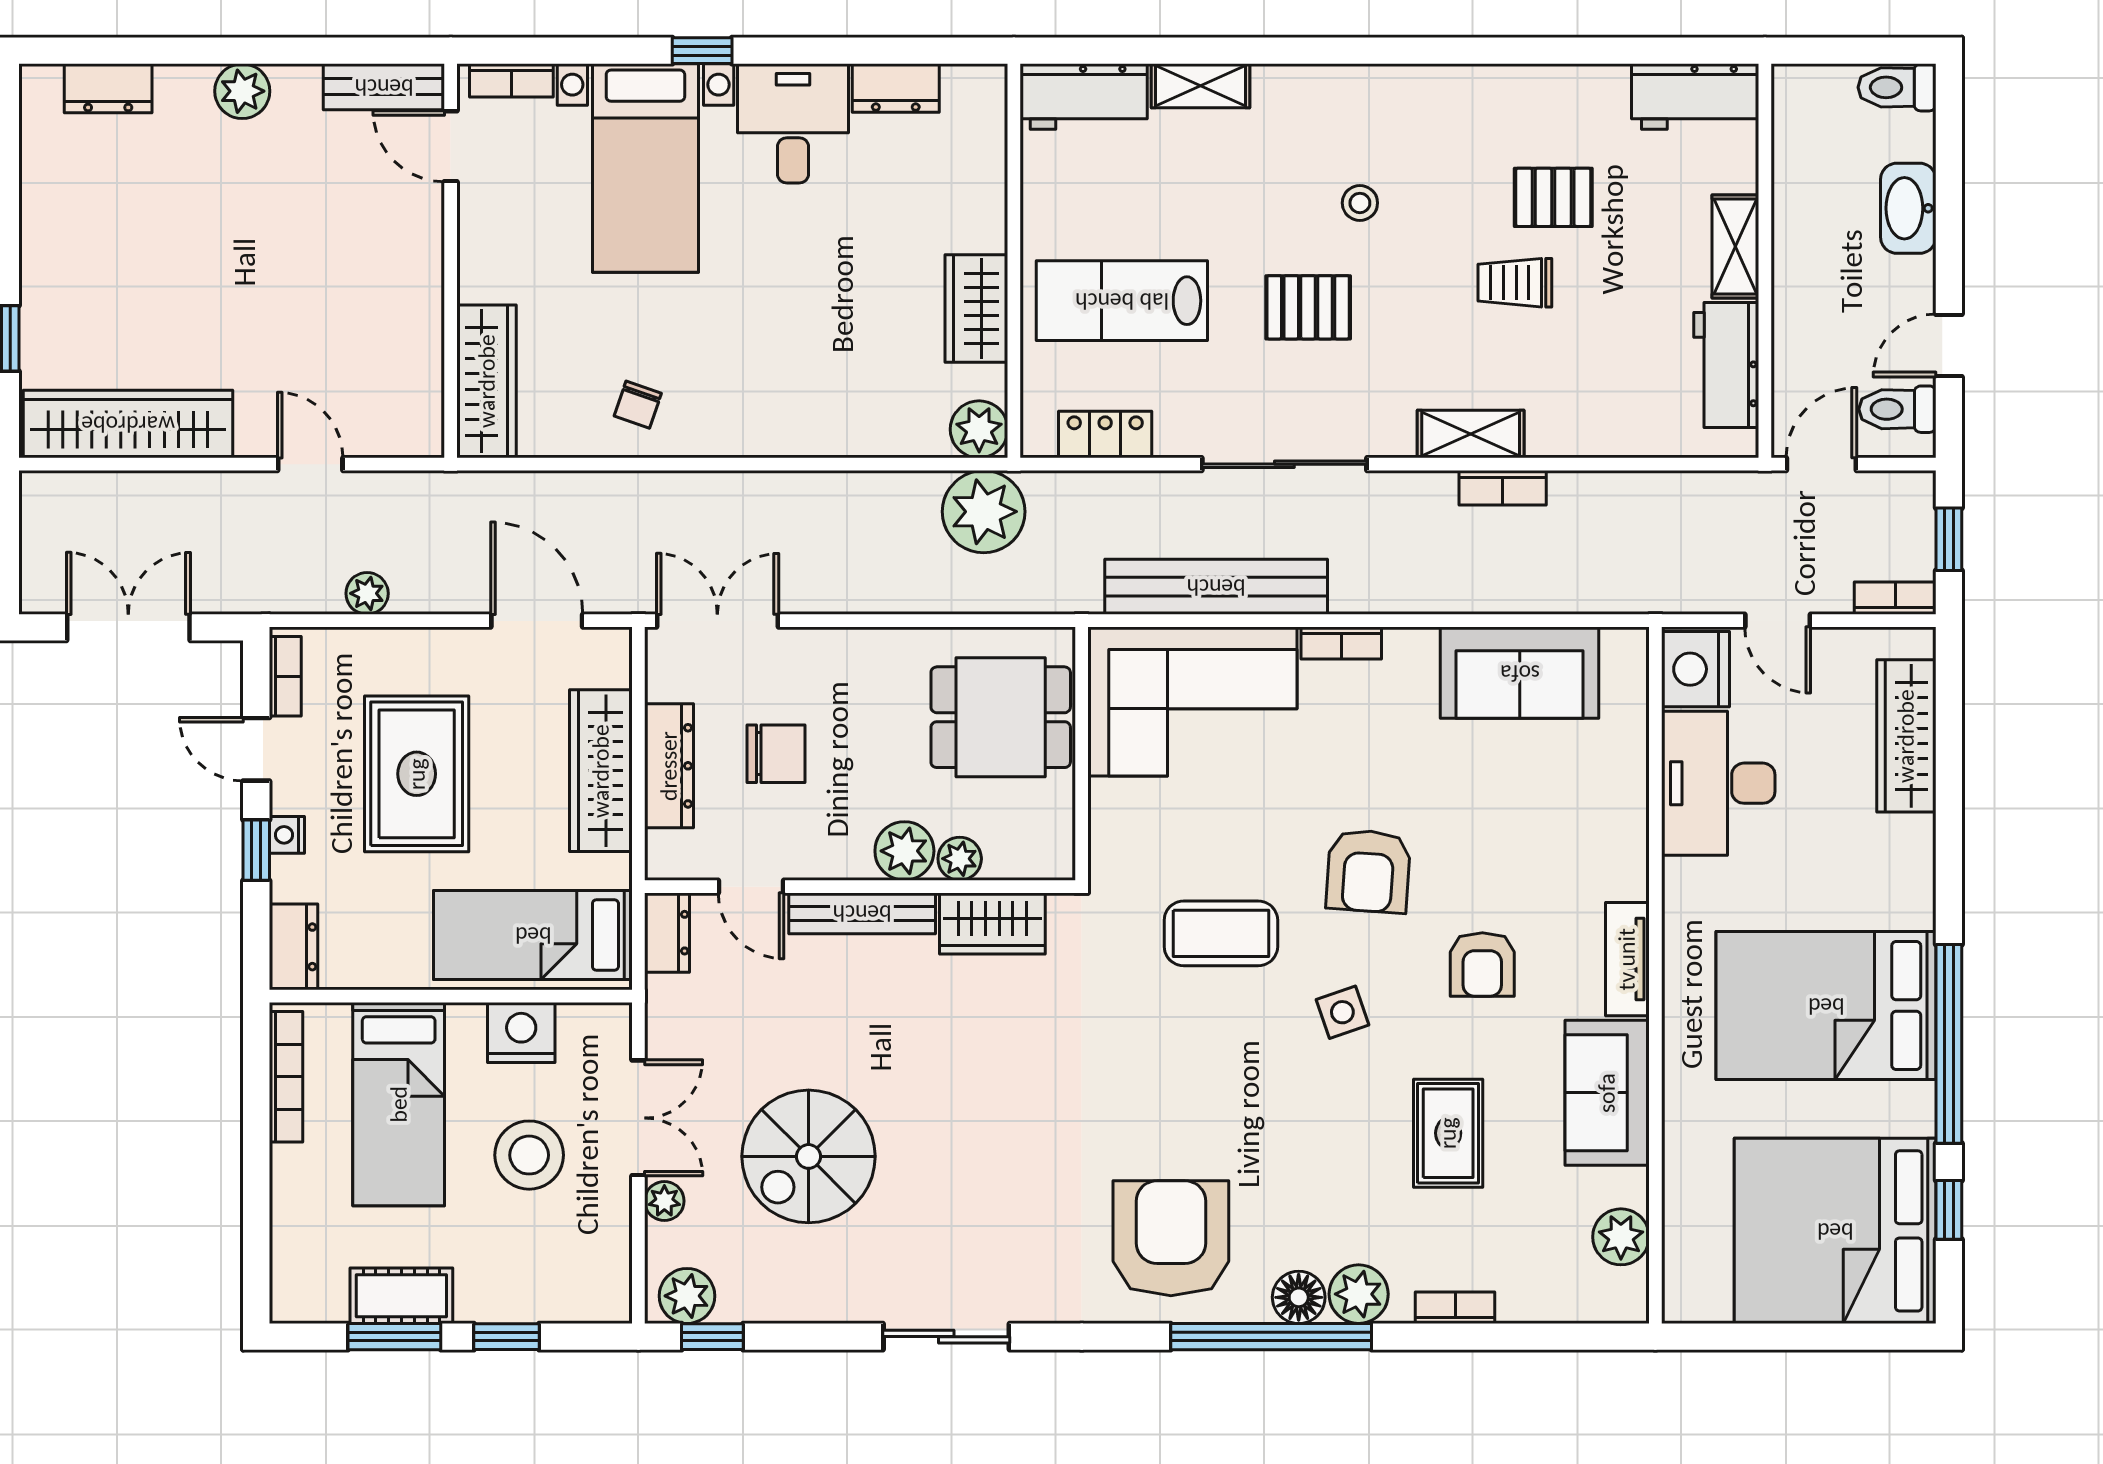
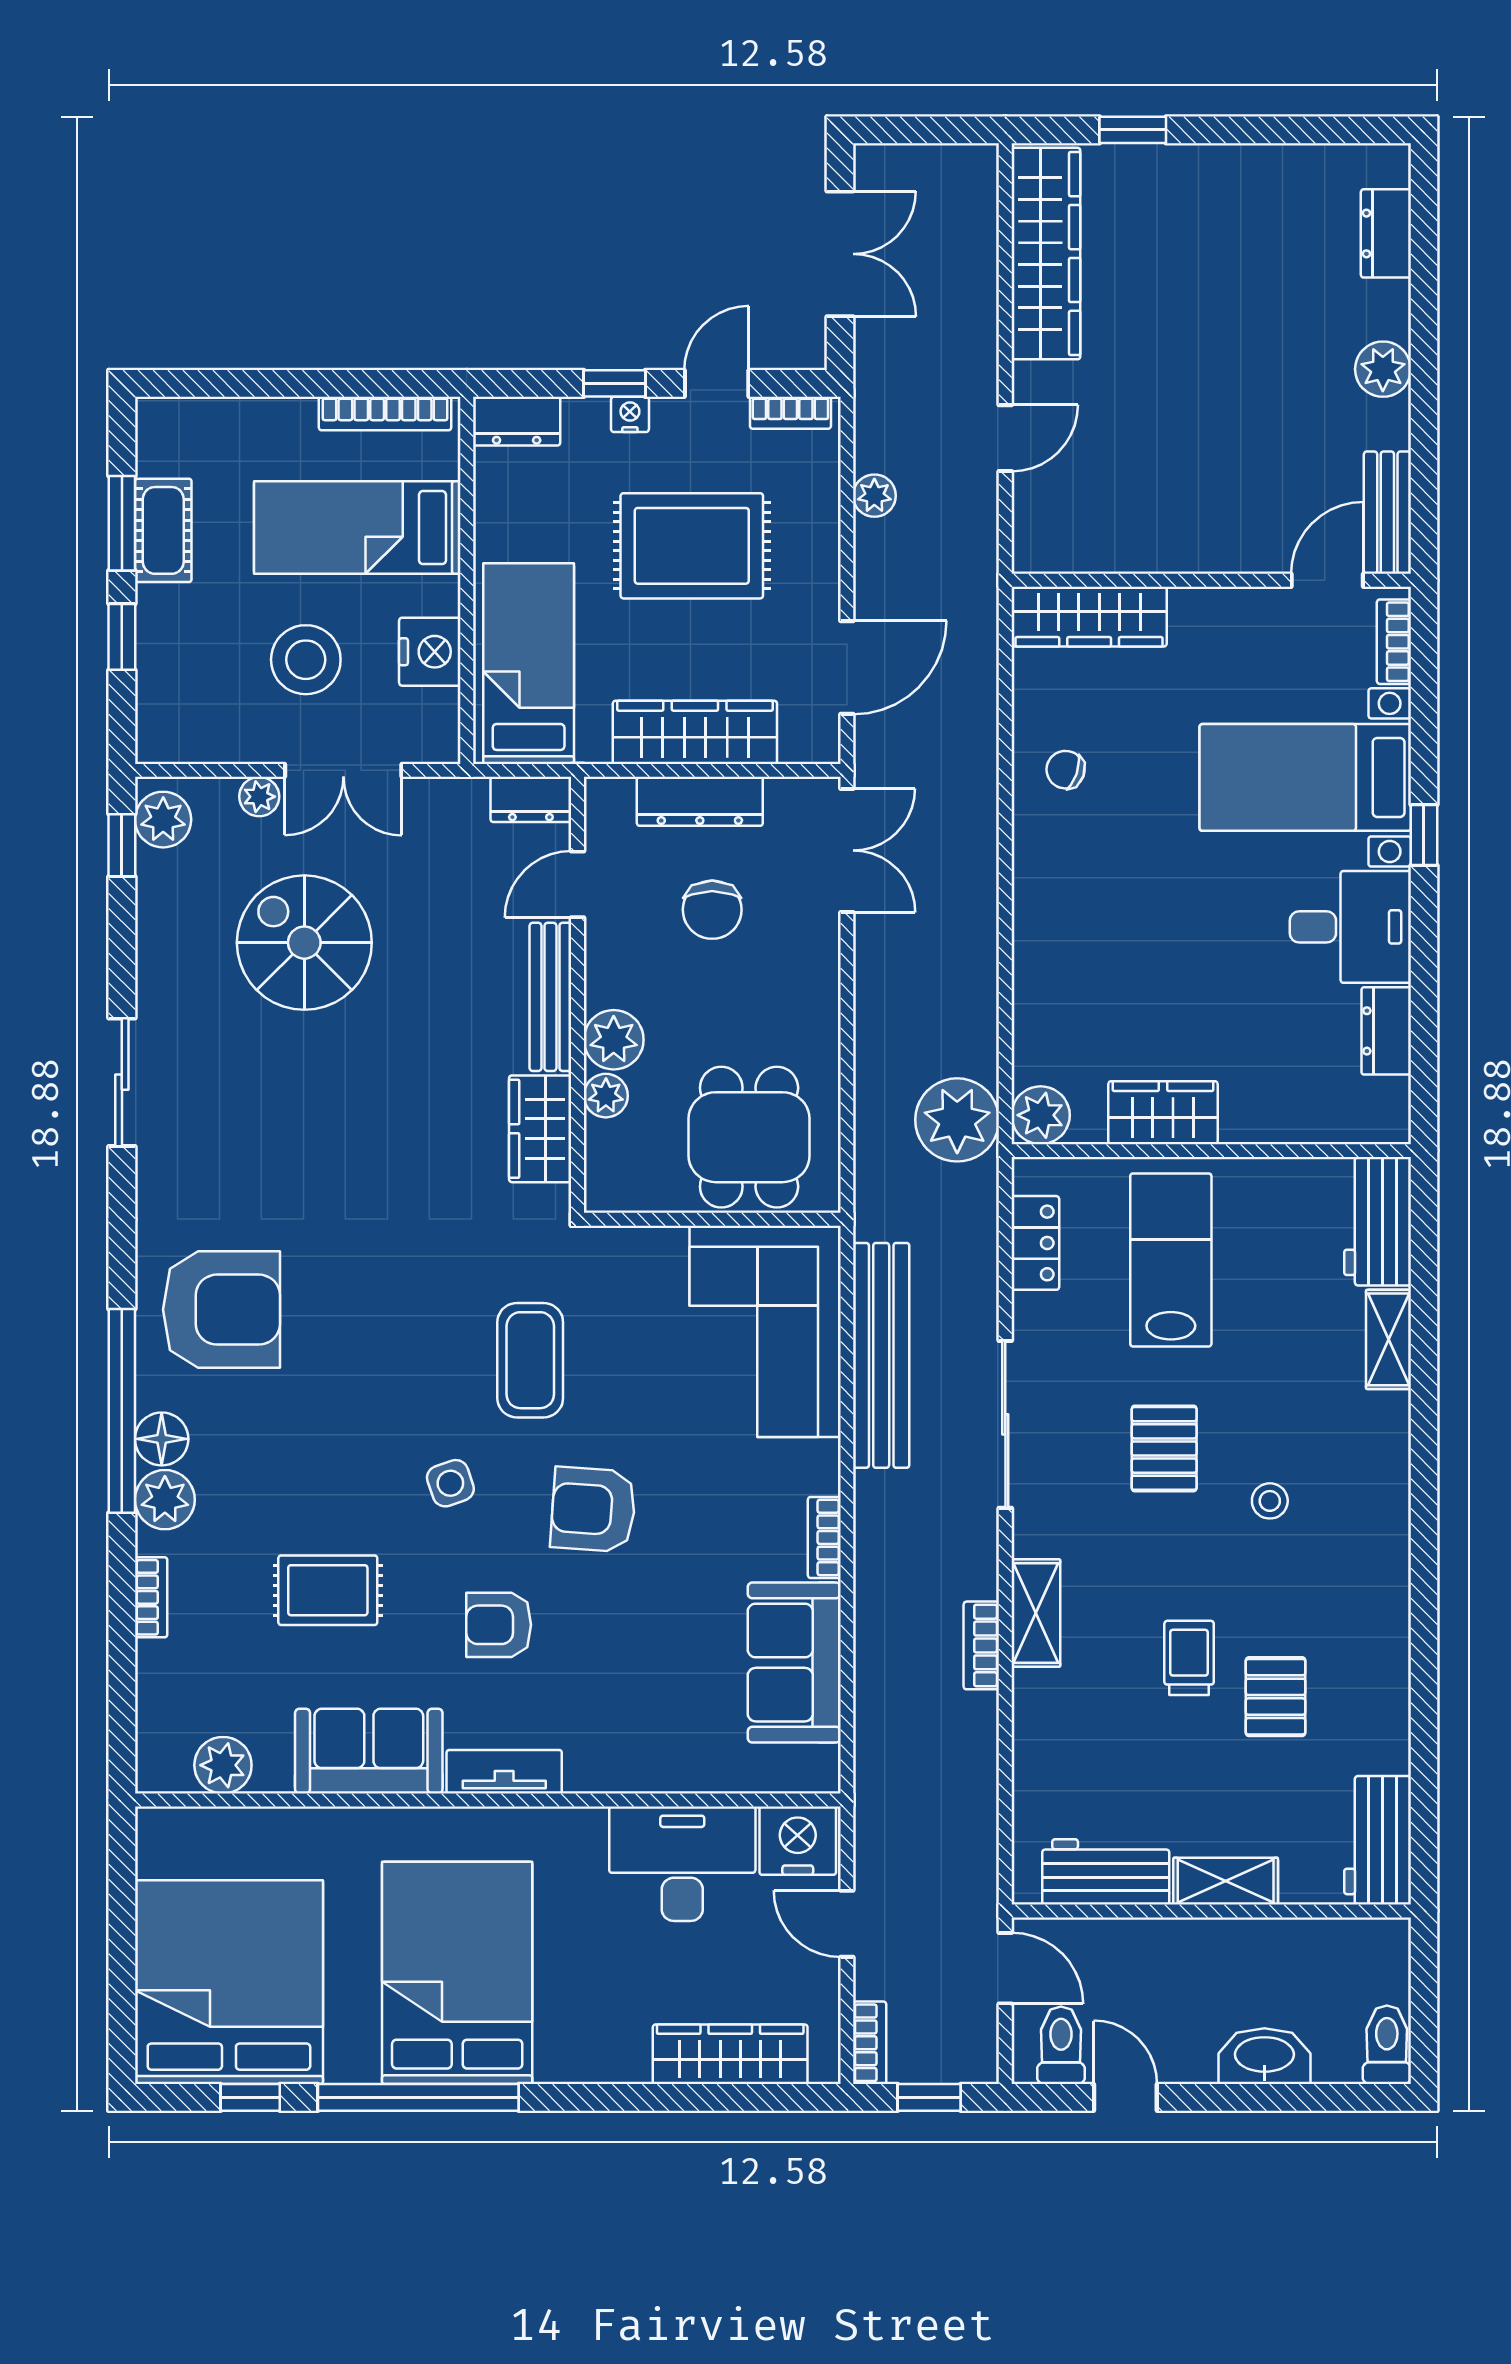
door: (1778, 621) -> (847, 1924), hinge flipped
bookcase: (1341, 643) -> (824, 1537), moved

